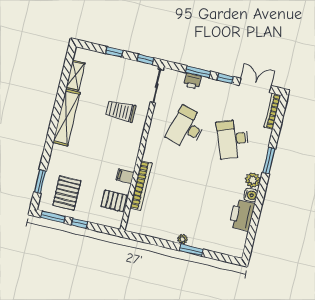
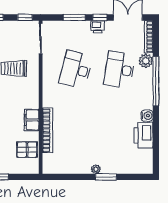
printer: (192, 81) -> (98, 27), moved
desk: (233, 139) -> (119, 70), turned 30
window: (269, 161) -> (156, 81), width x2.11
filing cabinet: (125, 176) -> (32, 120), width x2.00
plant: (253, 180) -> (146, 61), moved

